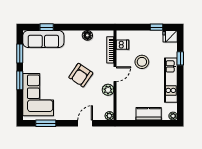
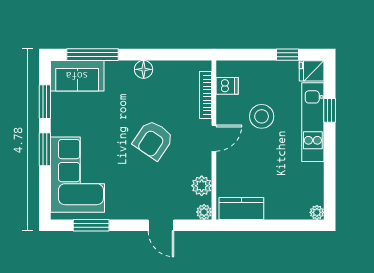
window: (47, 27) -> (92, 55), width x2.17
floor lamp: (87, 35) -> (144, 69), moved
sofa: (43, 39) -> (77, 76), width x0.73
kitchen unit: (171, 80) -> (313, 122), moved
plant: (108, 90) -> (202, 186), moved
kitchen counter: (149, 114) -> (241, 208), moved
door: (85, 123) -> (161, 225), swing flipped

